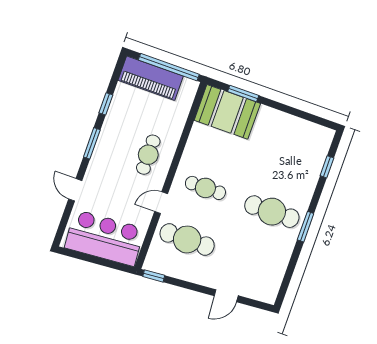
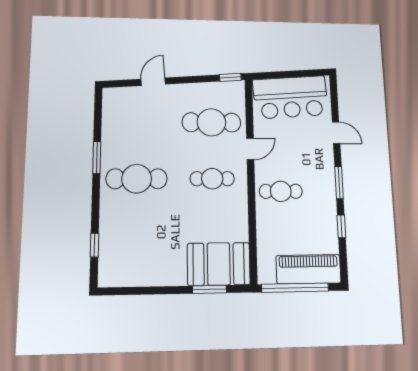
cafe table: (148, 155) -> (281, 191), turned 90
window: (306, 227) -> (97, 157), moved

